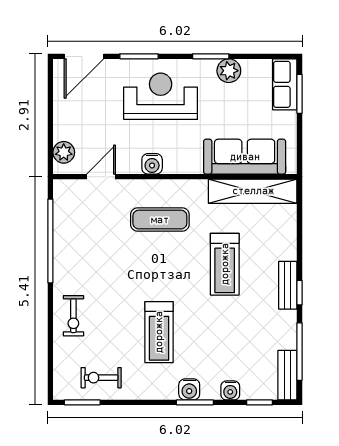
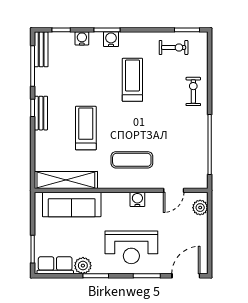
row of seats: (285, 84) -> (55, 265), moved, turned -90

